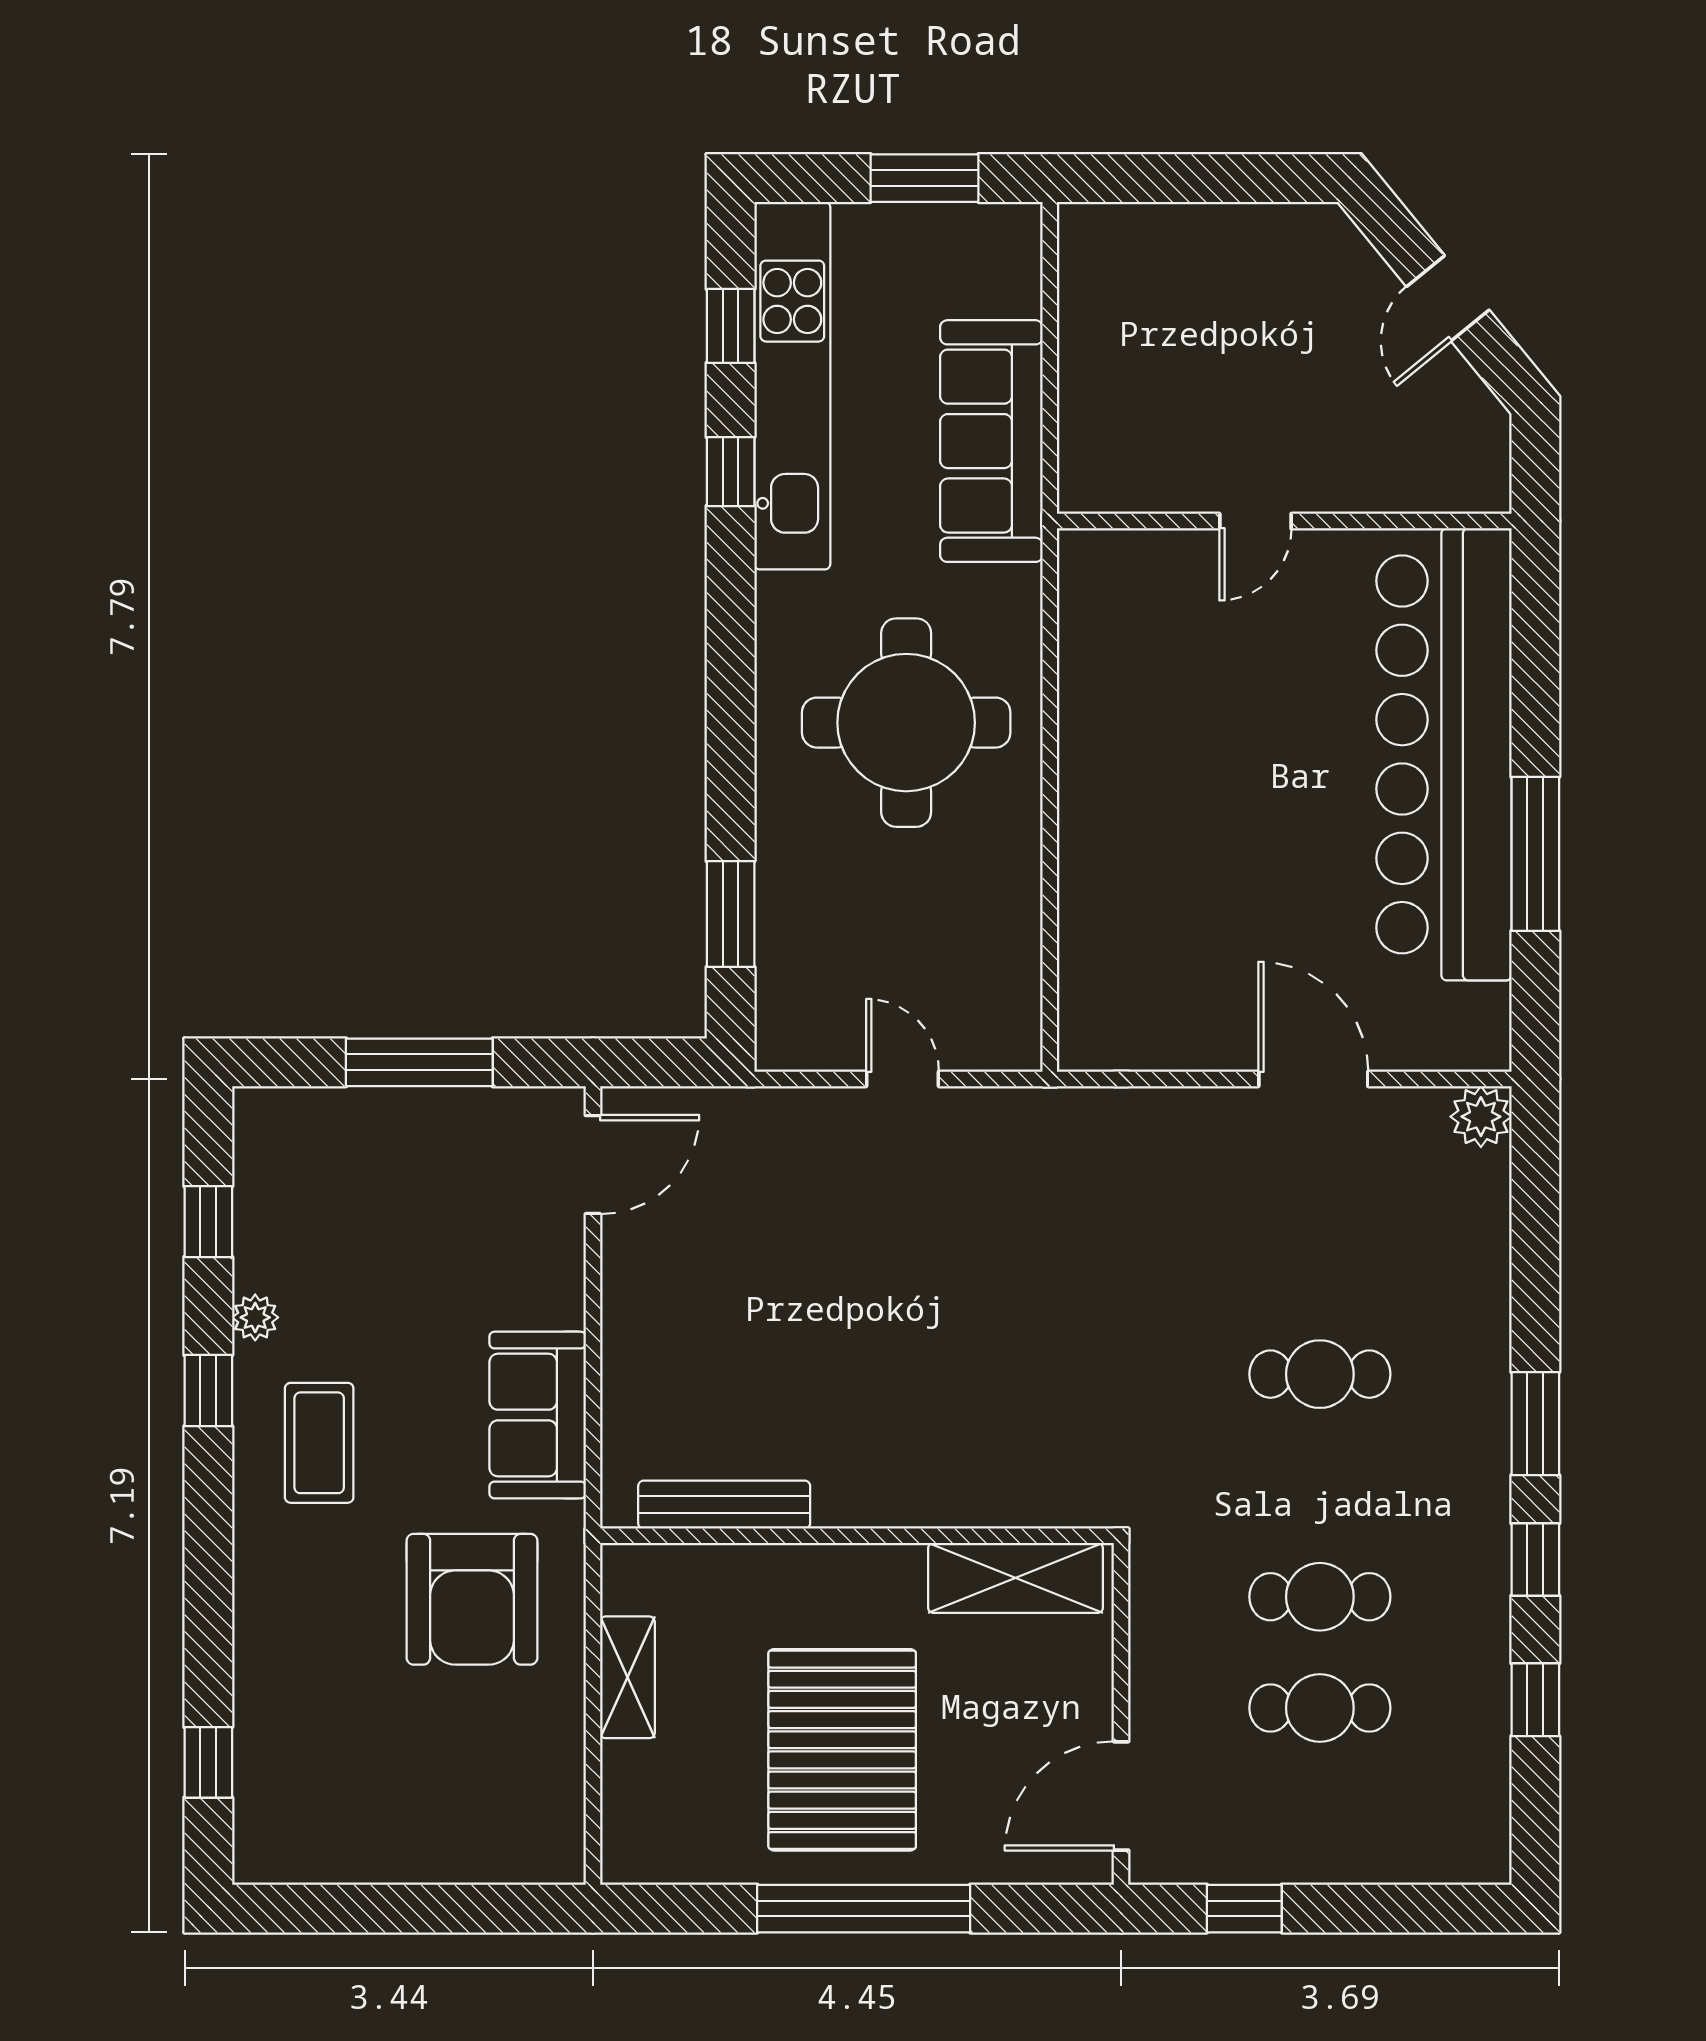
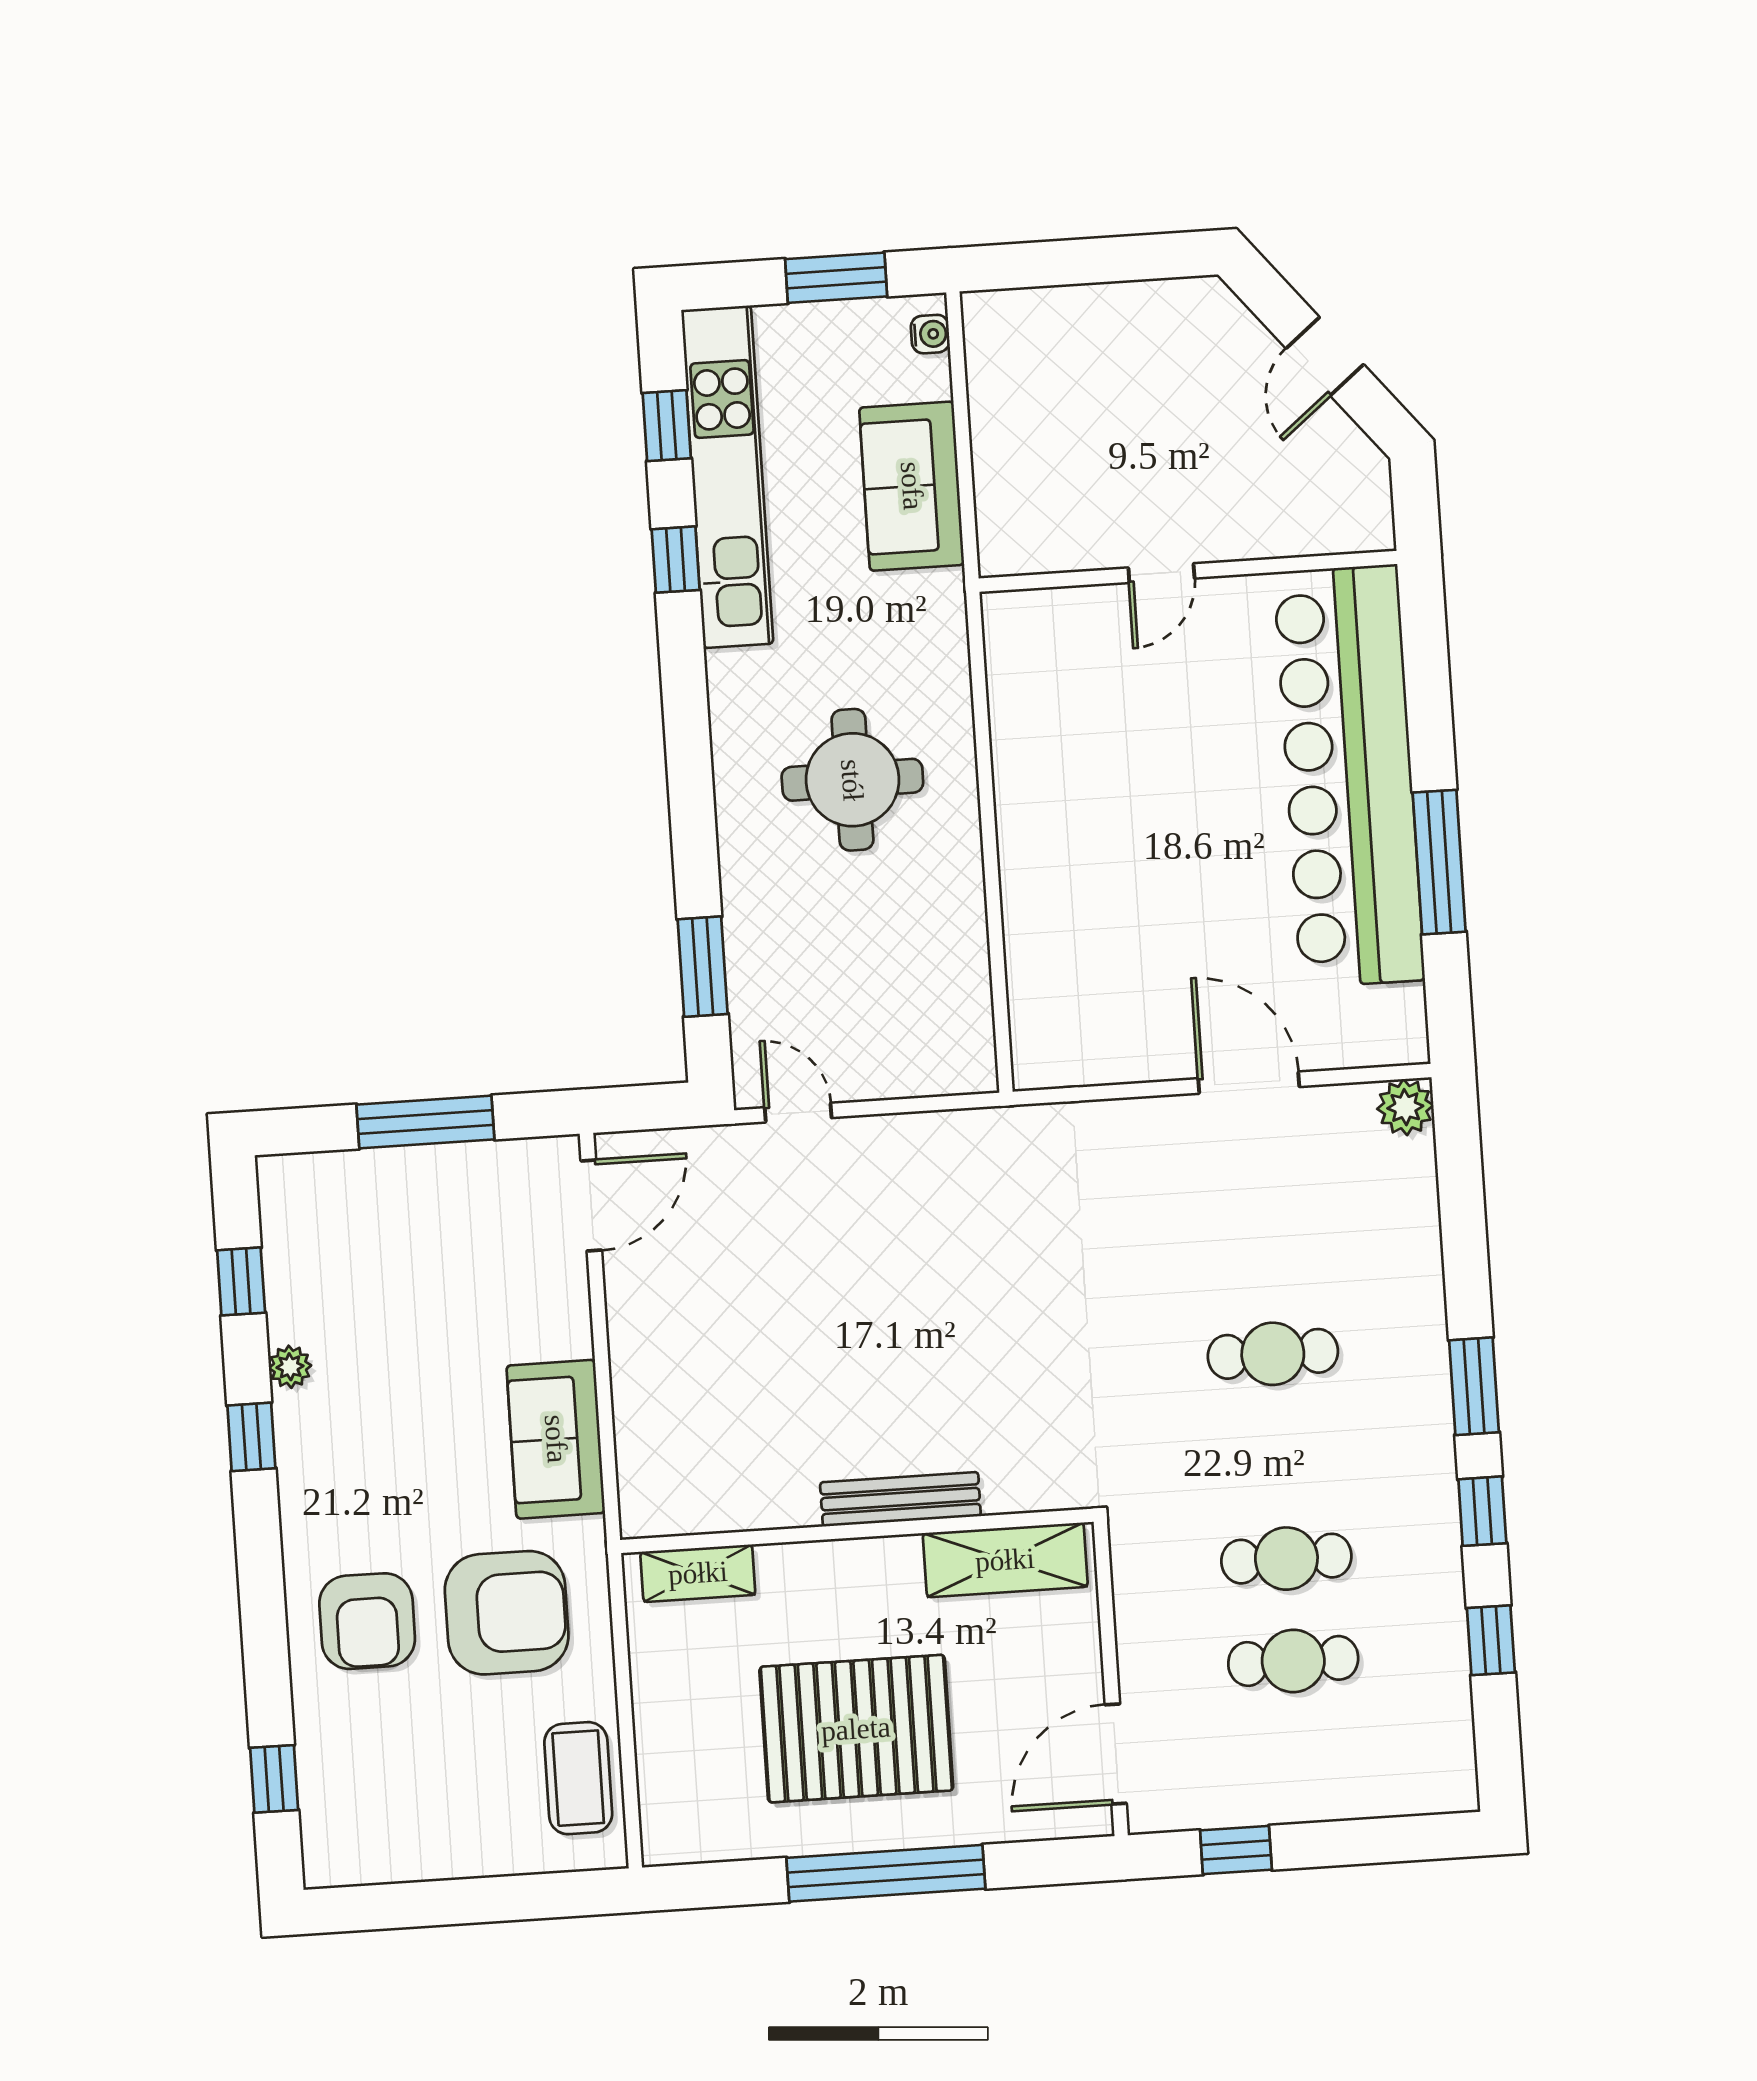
water cooler: (1022, 246) -> (930, 334), added
sofa: (991, 441) -> (912, 486), width x0.73
round table: (906, 723) -> (852, 780), width x0.73, depth x0.73
door: (903, 1079) -> (798, 1113), moved
coffee table: (319, 1443) -> (578, 1778), moved
bench: (724, 1505) -> (900, 1499), moved
armchair: (320, 1598) -> (367, 1621), added
armchair: (472, 1599) -> (507, 1613), turned -90
shelving: (627, 1677) -> (698, 1573), moved, turned 90
pallet: (842, 1750) -> (856, 1729), turned 90

